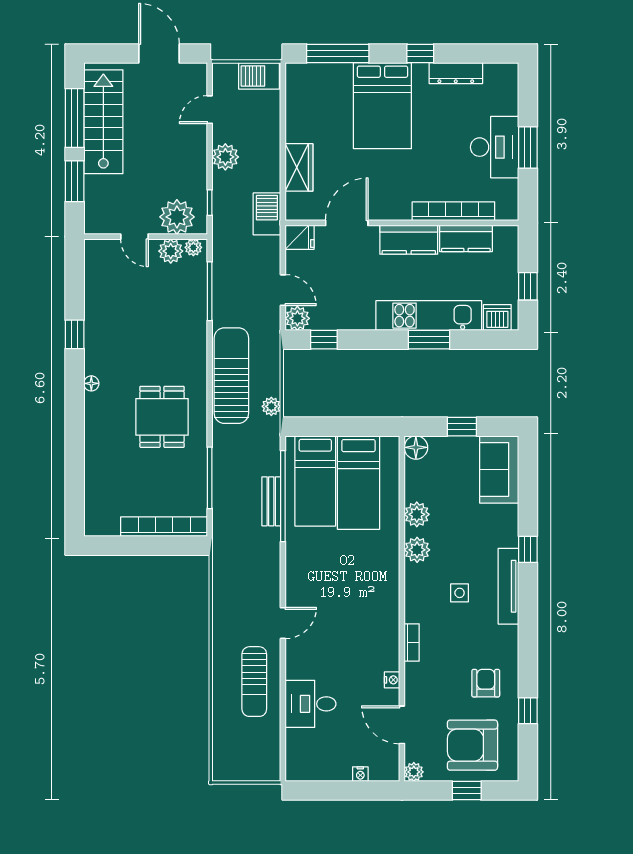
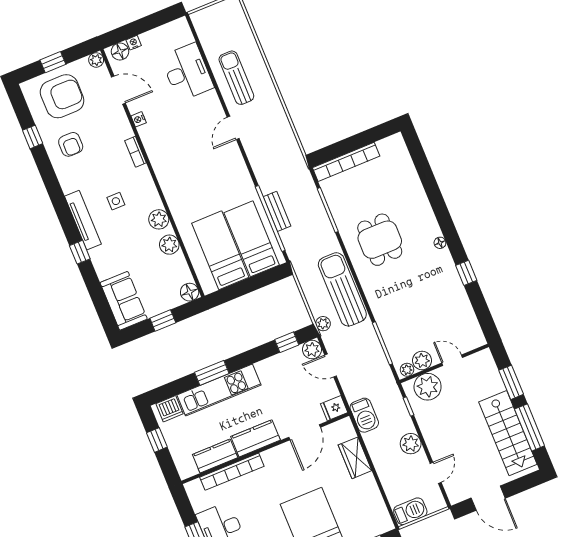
sun lounger: (231, 376) -> (342, 289), turned 180
plant: (271, 406) -> (323, 324), moved
desk: (311, 704) -> (187, 72), width x1.37
floor lamp: (381, 770) -> (120, 52), added

